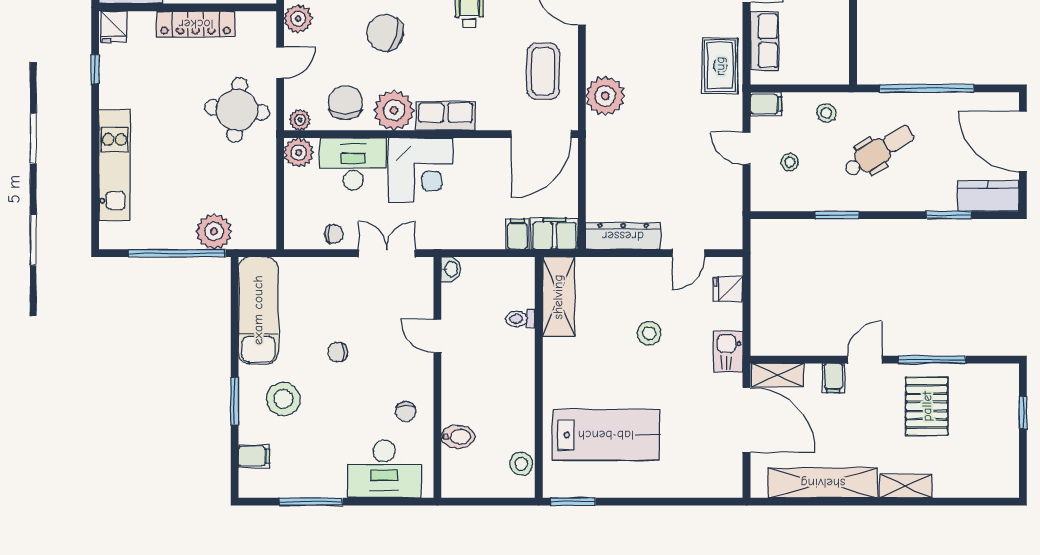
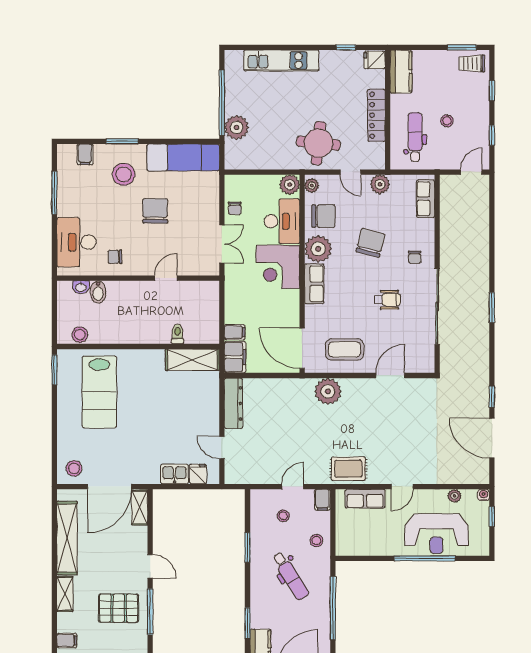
washbasin: (451, 269) -> (81, 287), moved
stool: (649, 333) -> (74, 468), moved
chair: (338, 352) -> (155, 211), width x1.87, depth x1.87
kitchen sink: (728, 352) -> (175, 474), moved
filing cabinet: (833, 378) -> (67, 641), moved, turned 180

